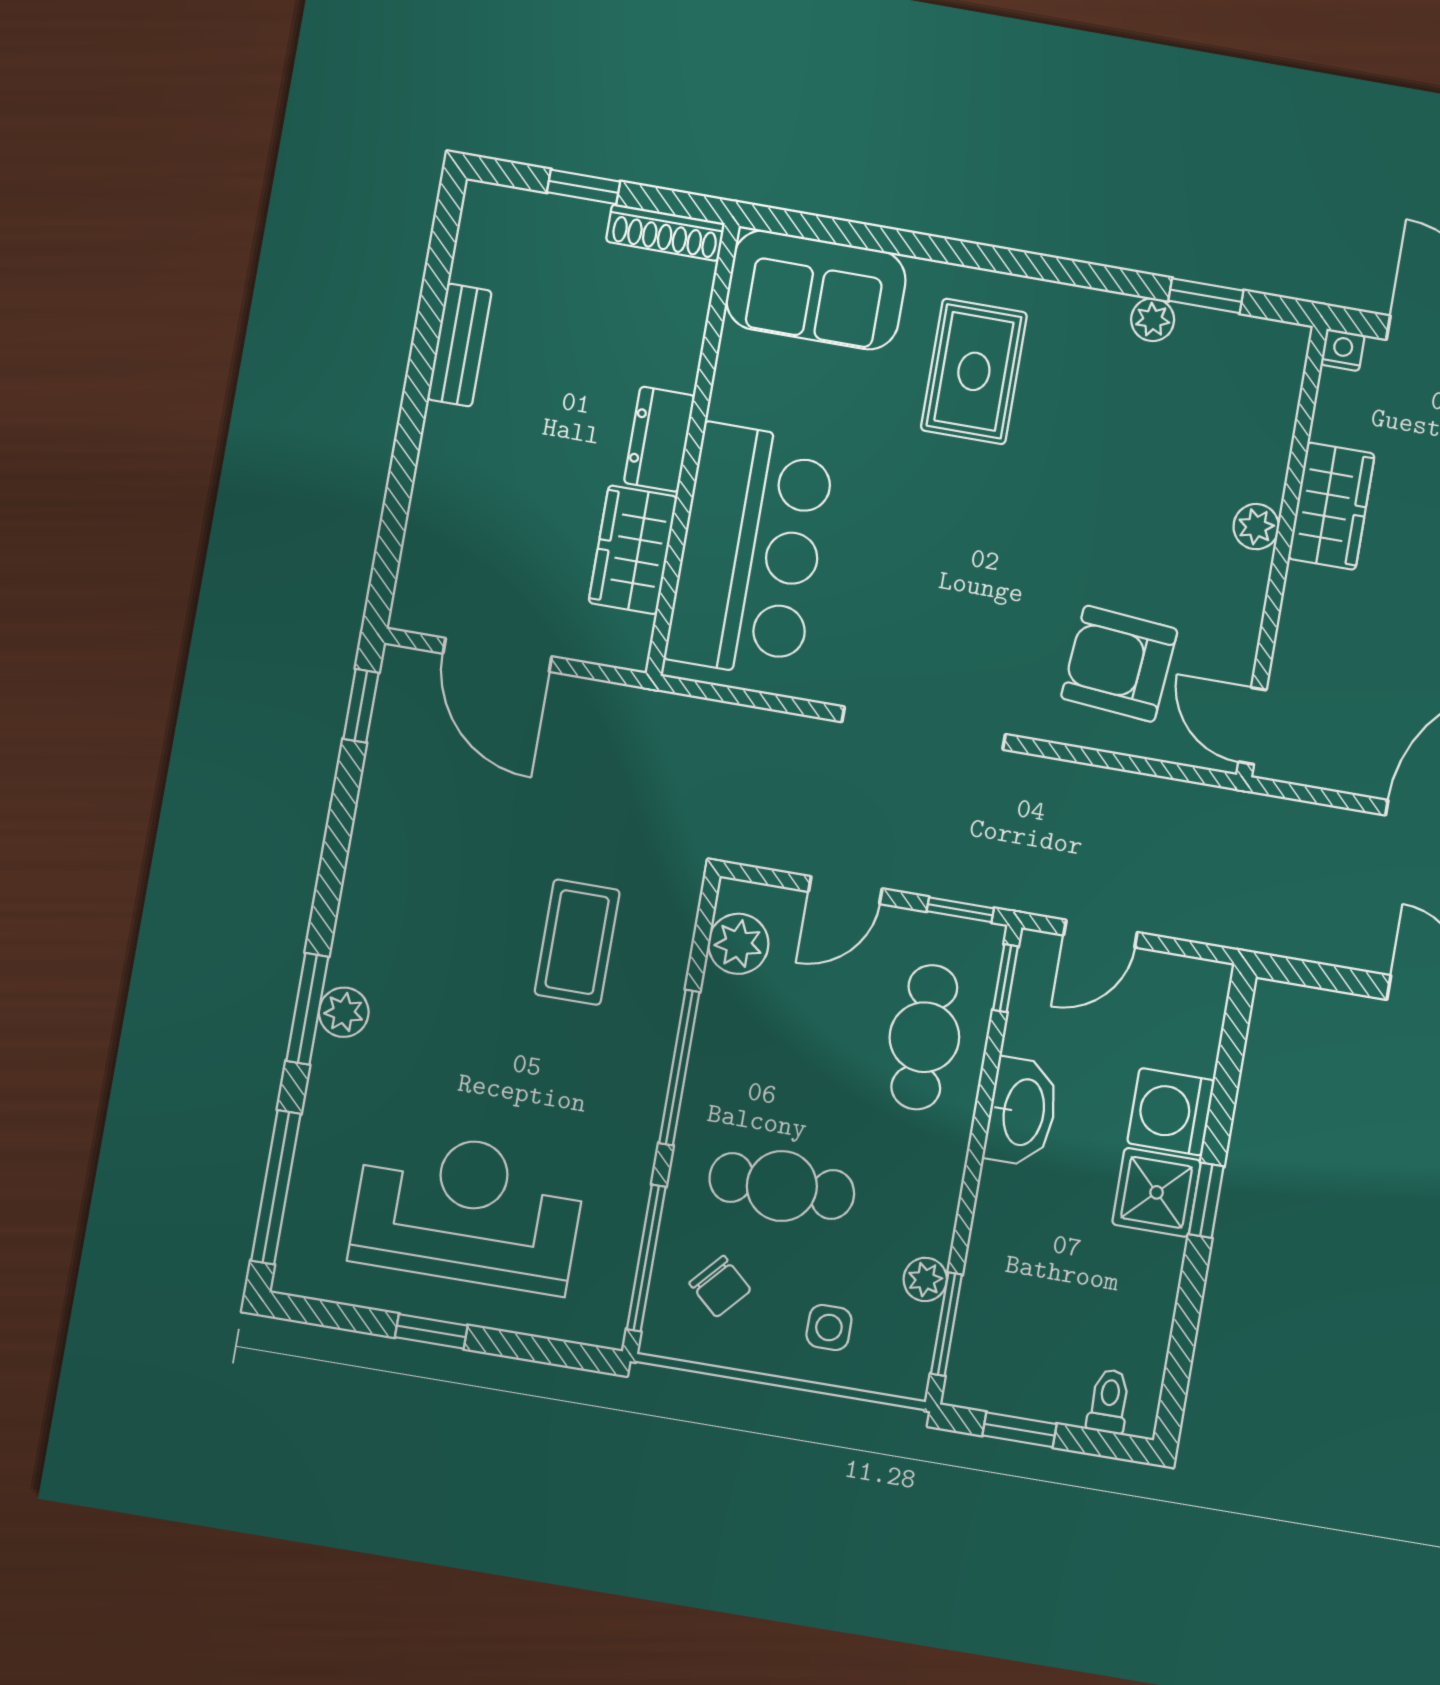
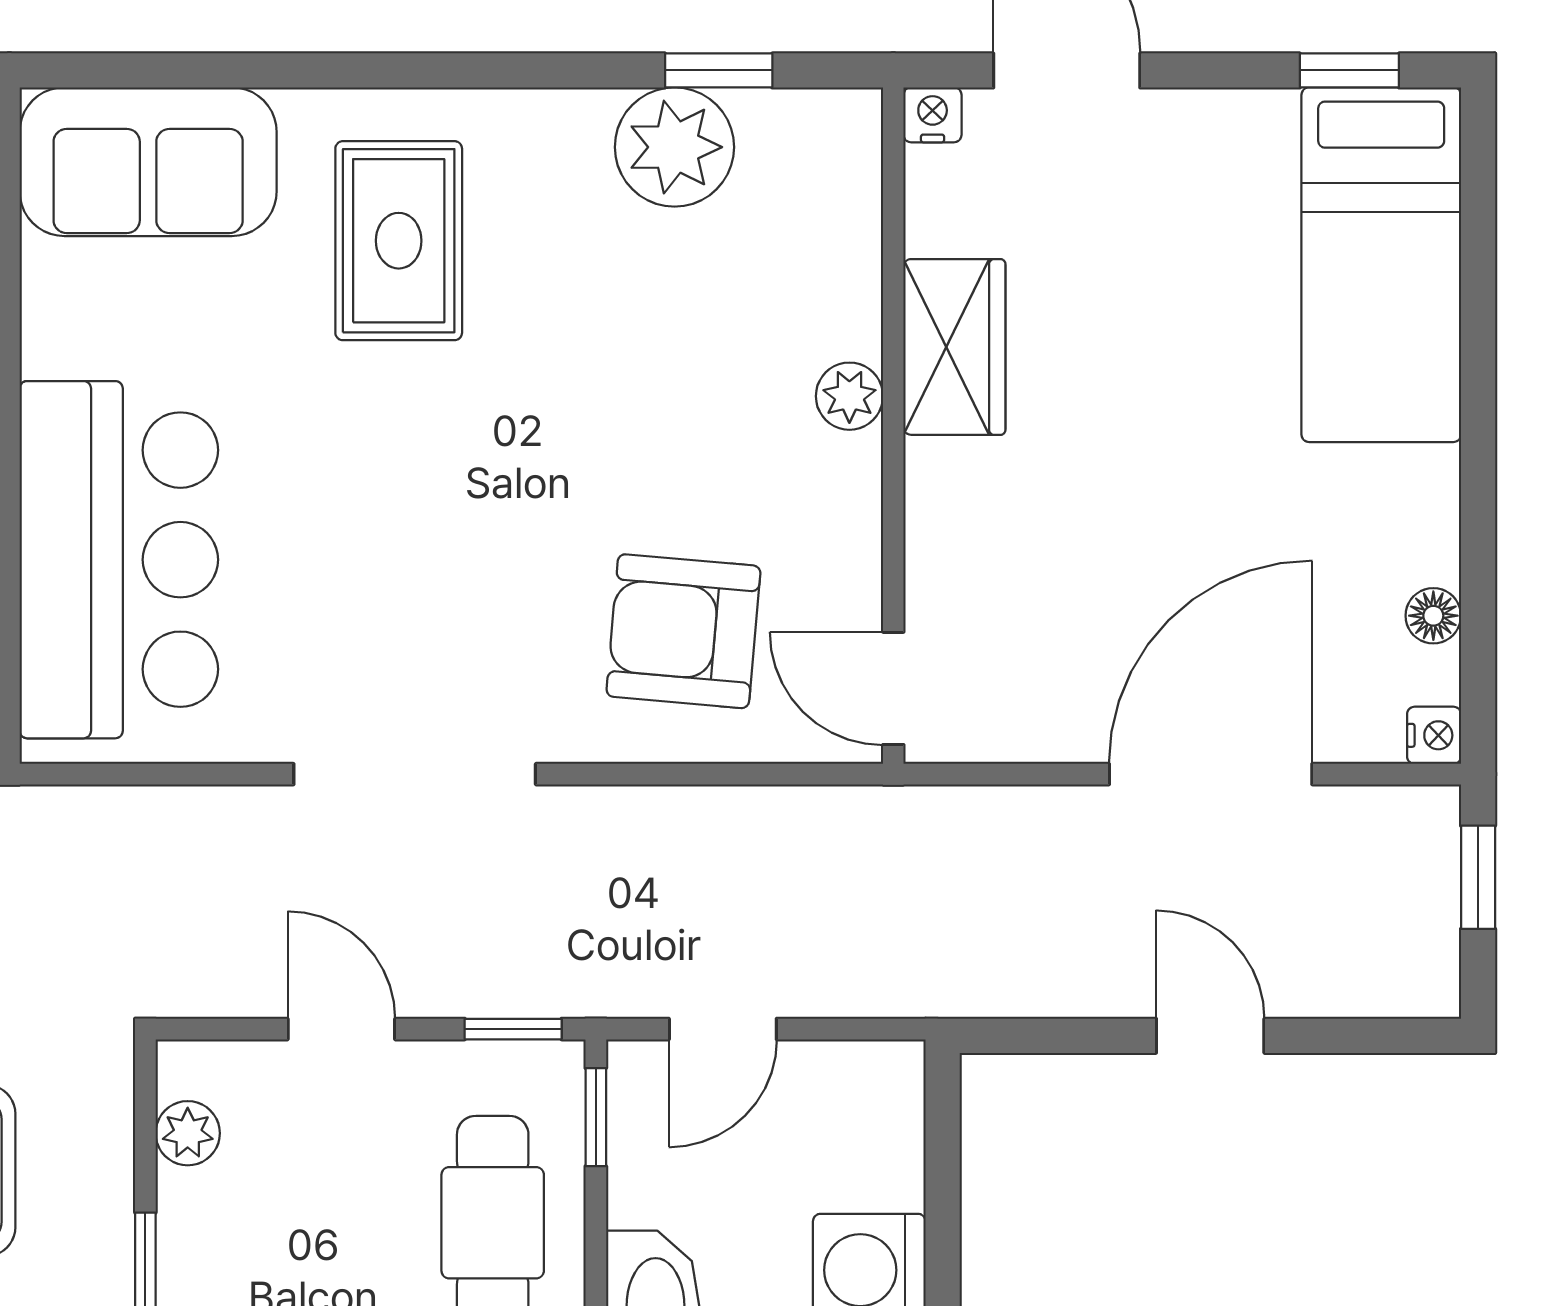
plant: (1153, 320) -> (674, 147), width x1.87, depth x1.87
door: (845, 890) -> (341, 1029), swing flipped
plant: (738, 944) -> (188, 1133), width x0.73, depth x0.73

